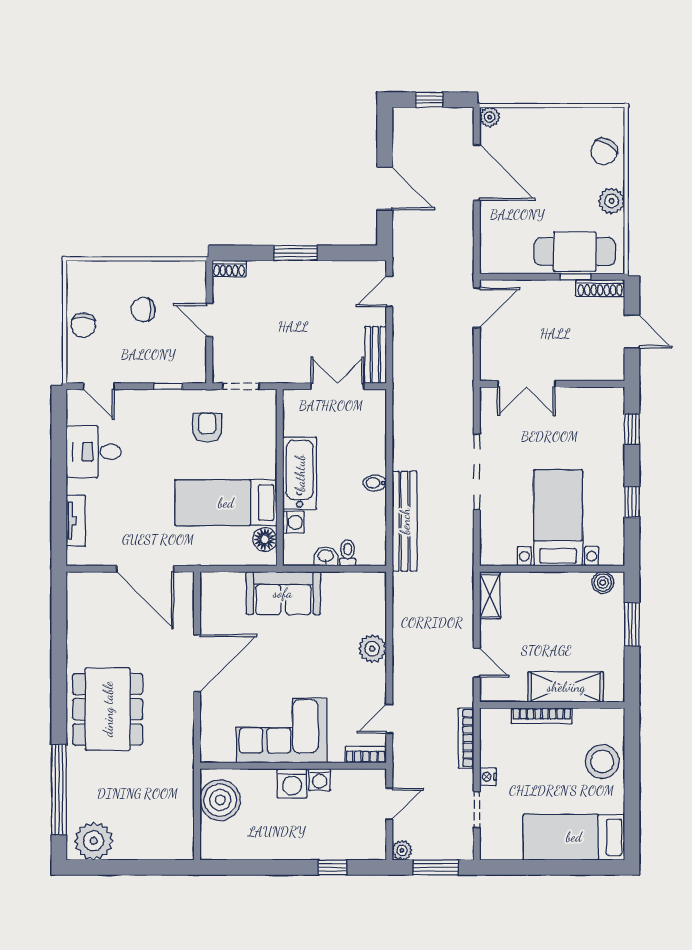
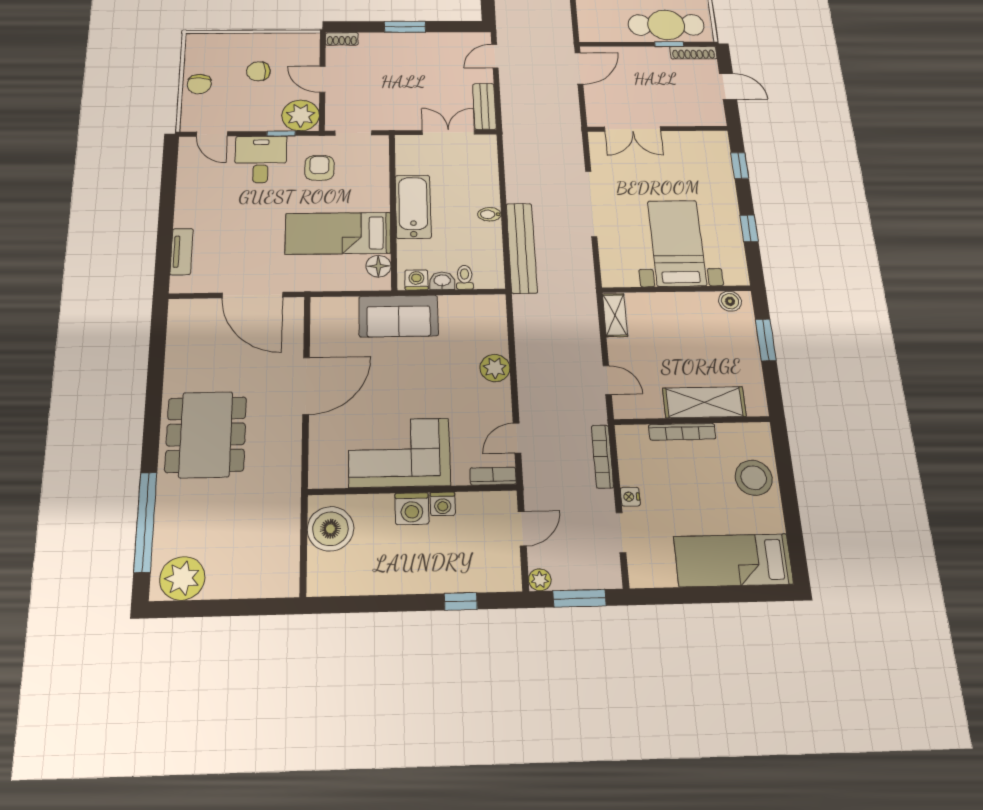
plant: (187, 364) -> (301, 115), added
desk: (94, 452) -> (261, 159), moved, turned 90
washing machine: (294, 522) -> (416, 280), moved, turned -90

